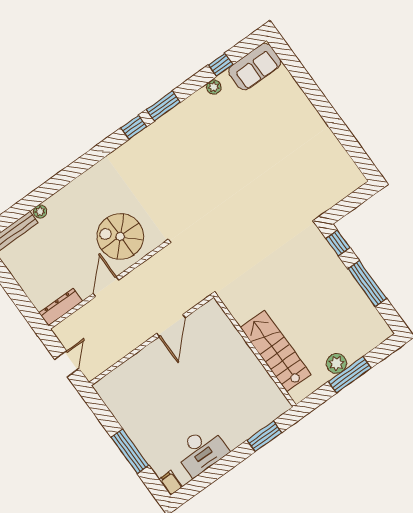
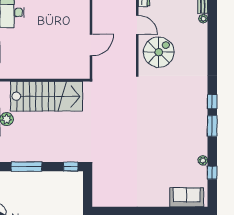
sofa: (255, 67) -> (187, 197), moved, turned 90
window: (367, 284) -> (27, 167), moved
door: (171, 326) -> (91, 45), swing flipped
stairs: (276, 351) -> (46, 96), width x1.36, depth x1.51

